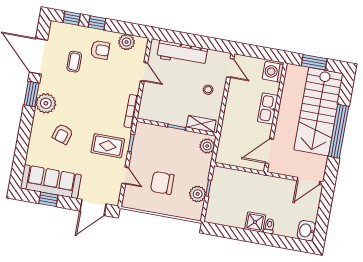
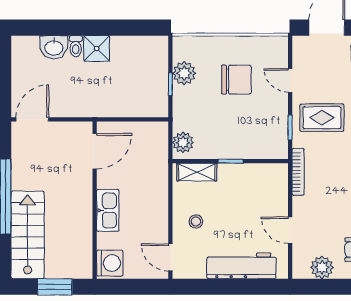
stairs: (319, 112) -> (28, 235), width x0.73, depth x0.66
washbasin: (306, 231) -> (54, 47), moved, turned 90

